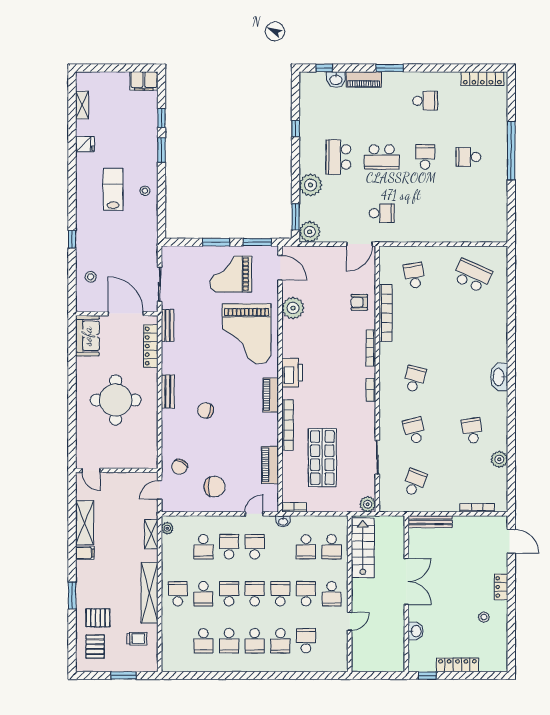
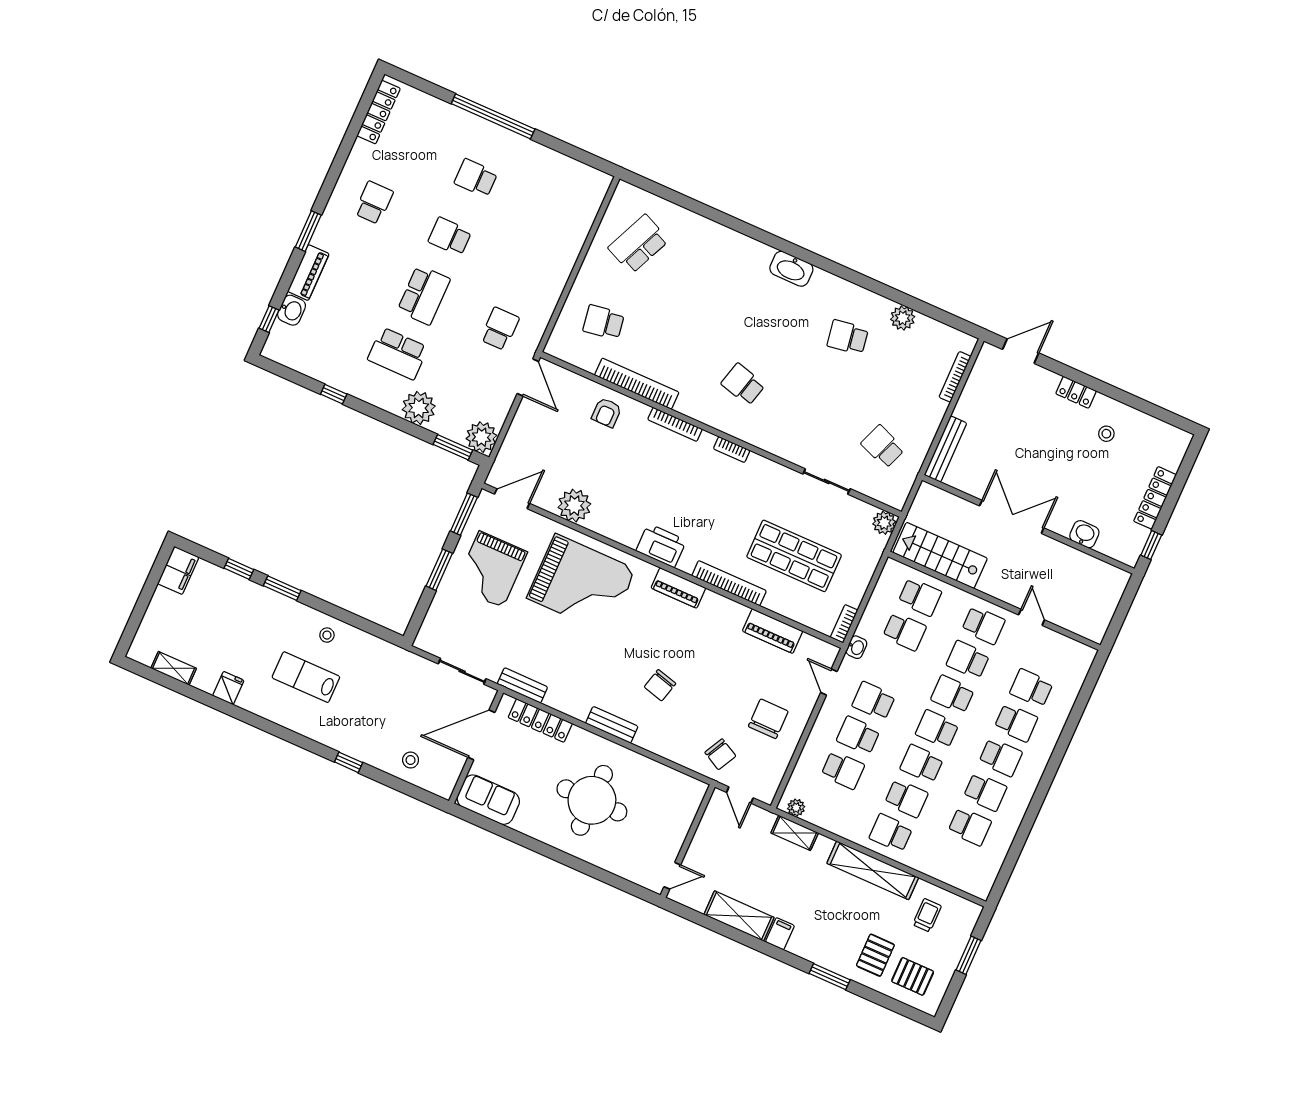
school desk: (468, 157) -> (476, 178), turned 90
school desk: (414, 431) -> (813, 415), removed

